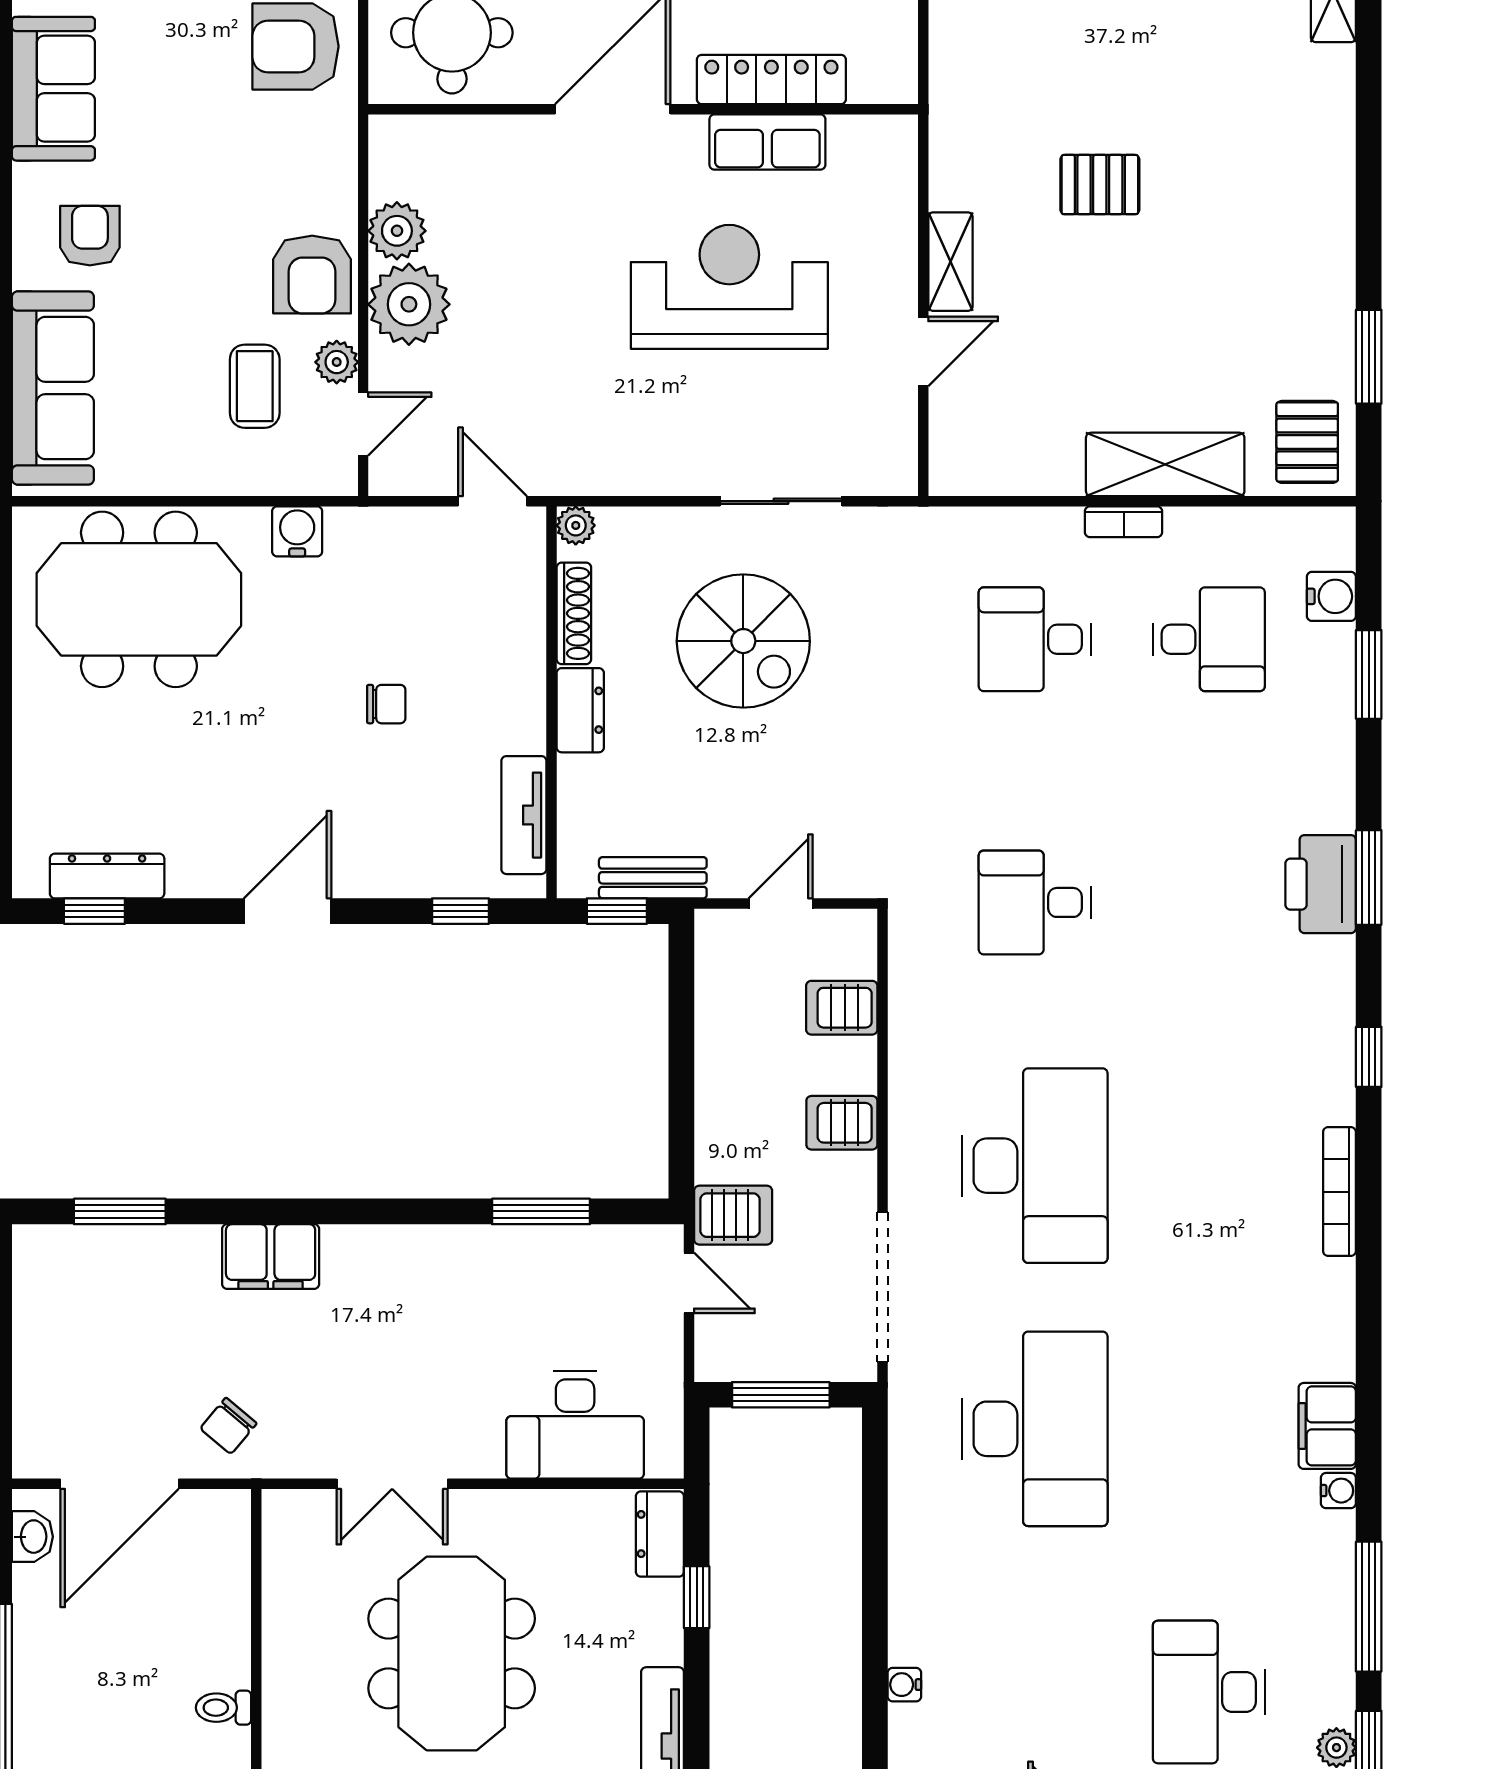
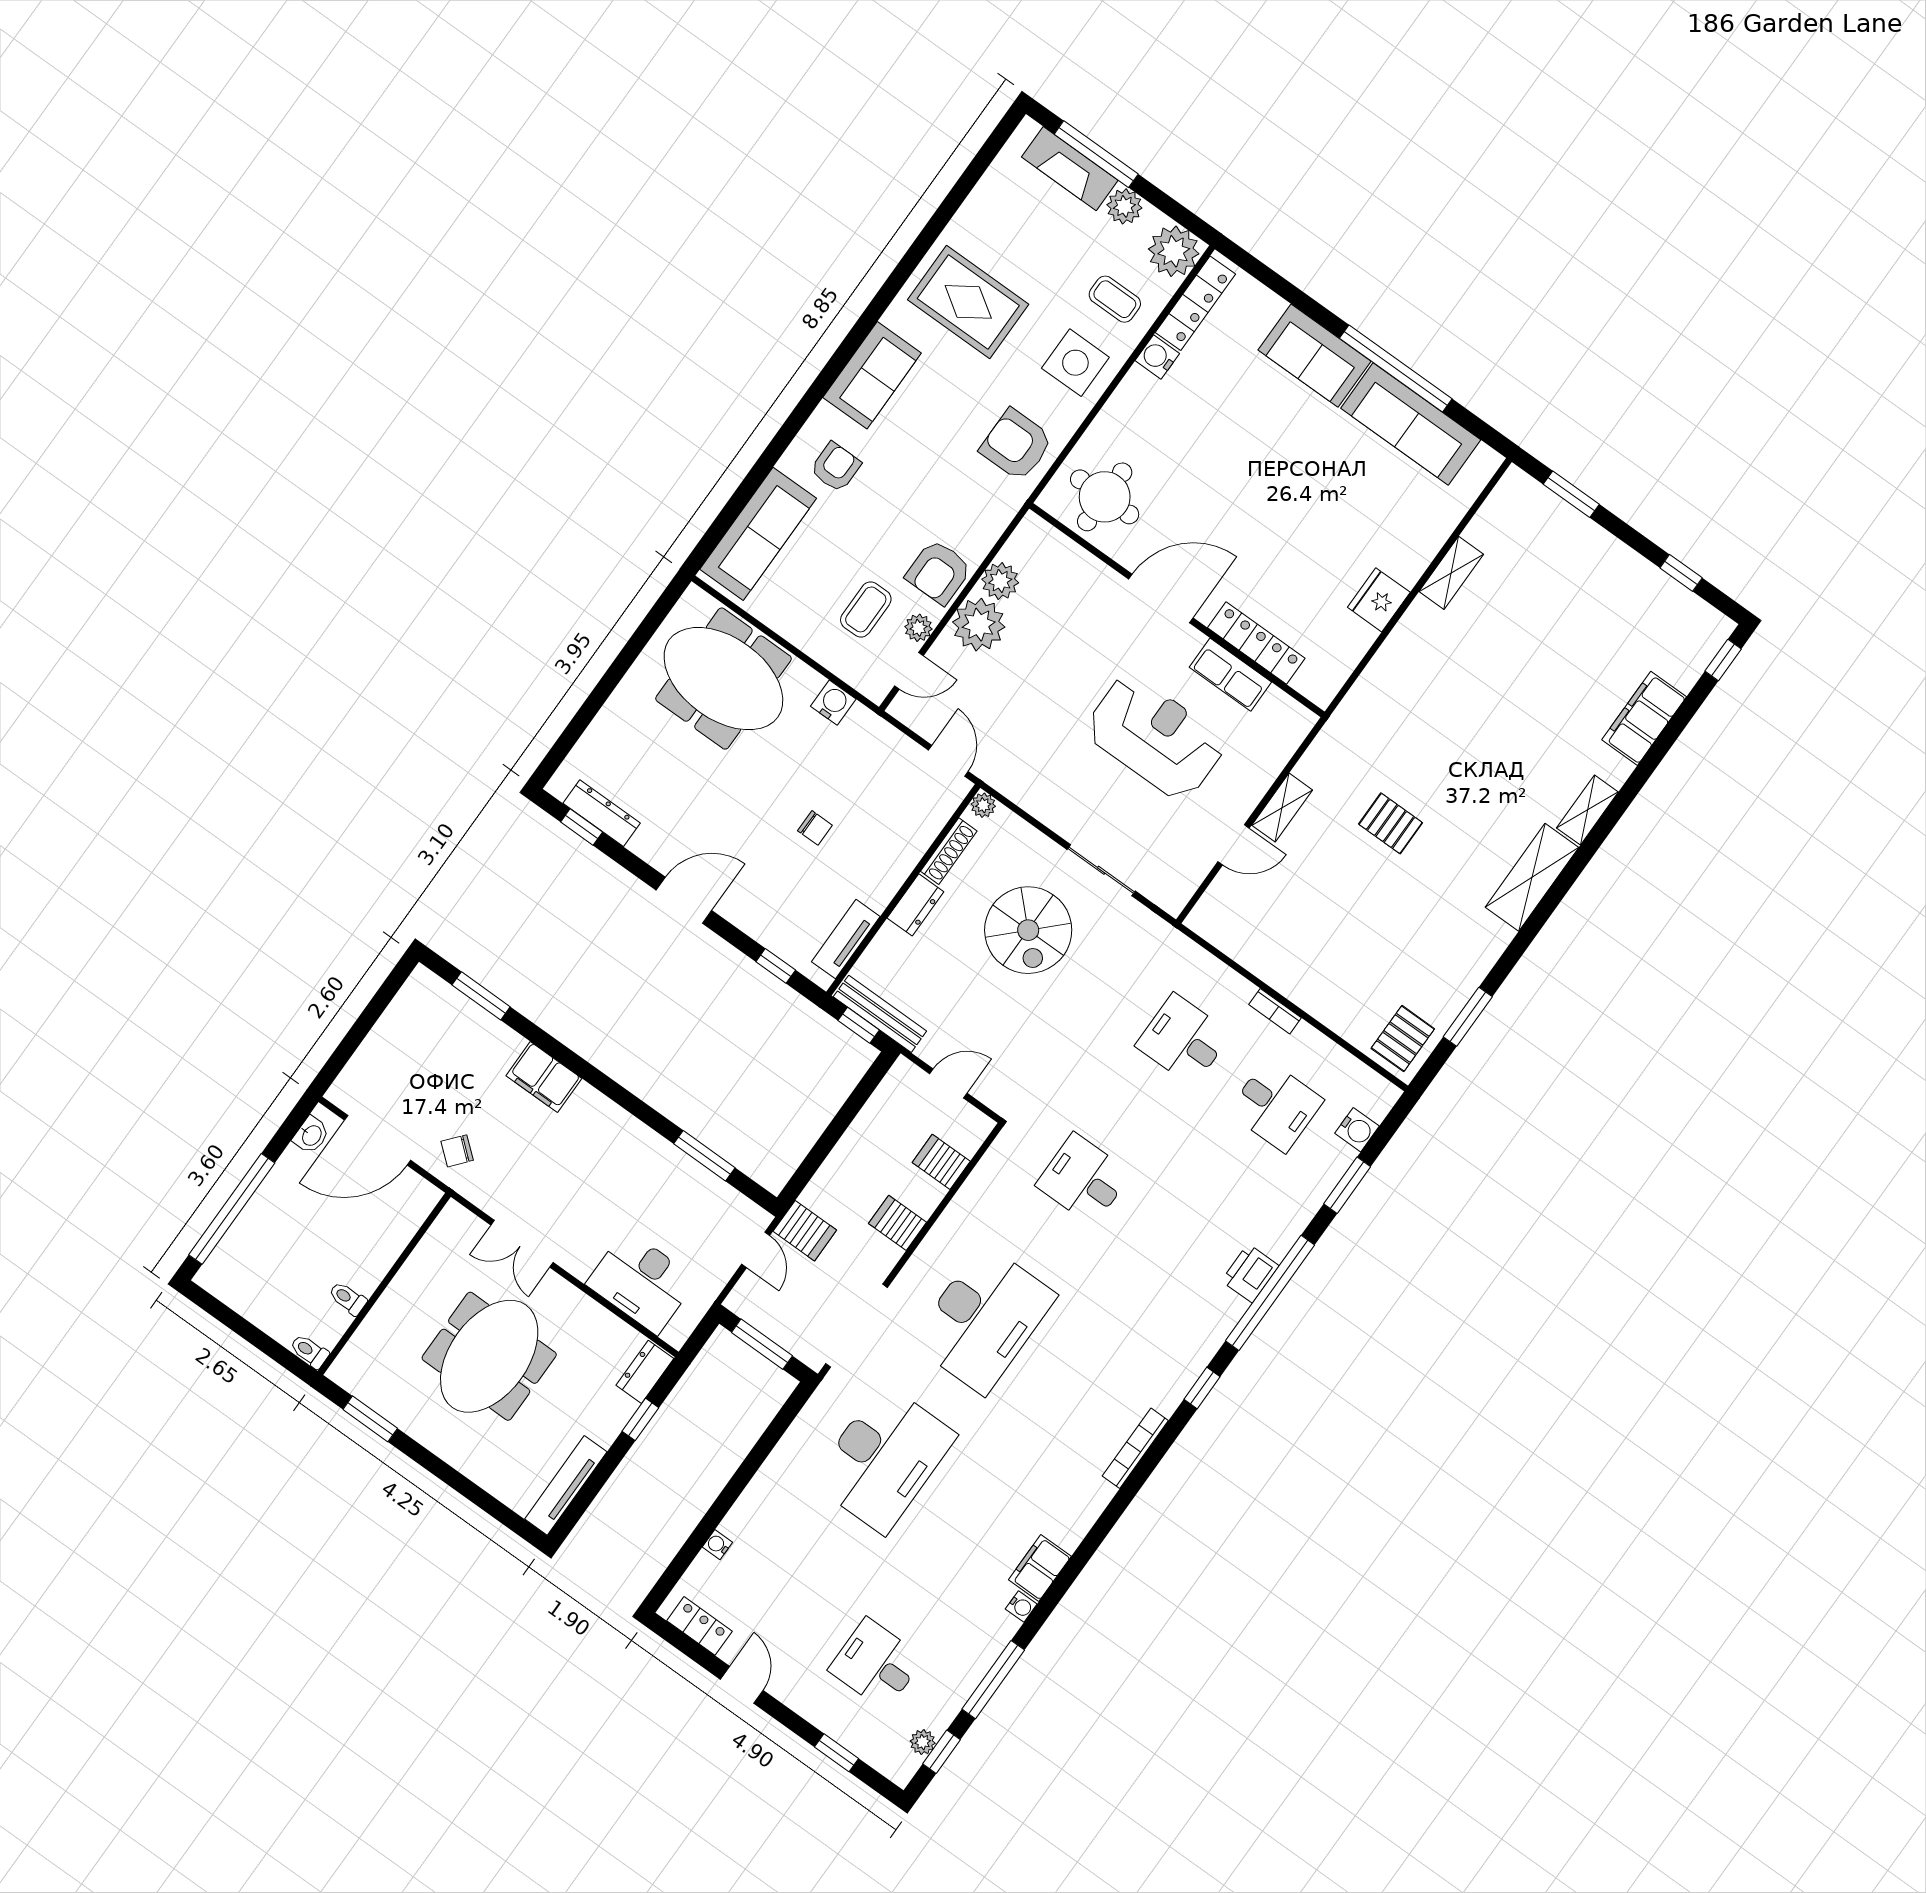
shelving: (1165, 464) -> (1532, 877), moved, turned 90
window: (1369, 877) -> (1270, 1293), width x2.11
bench: (653, 878) -> (880, 1014), width x1.36
printer: (1321, 884) -> (1250, 1273), width x0.73, depth x0.84
desk: (1209, 1692) -> (876, 1664), width x0.73

